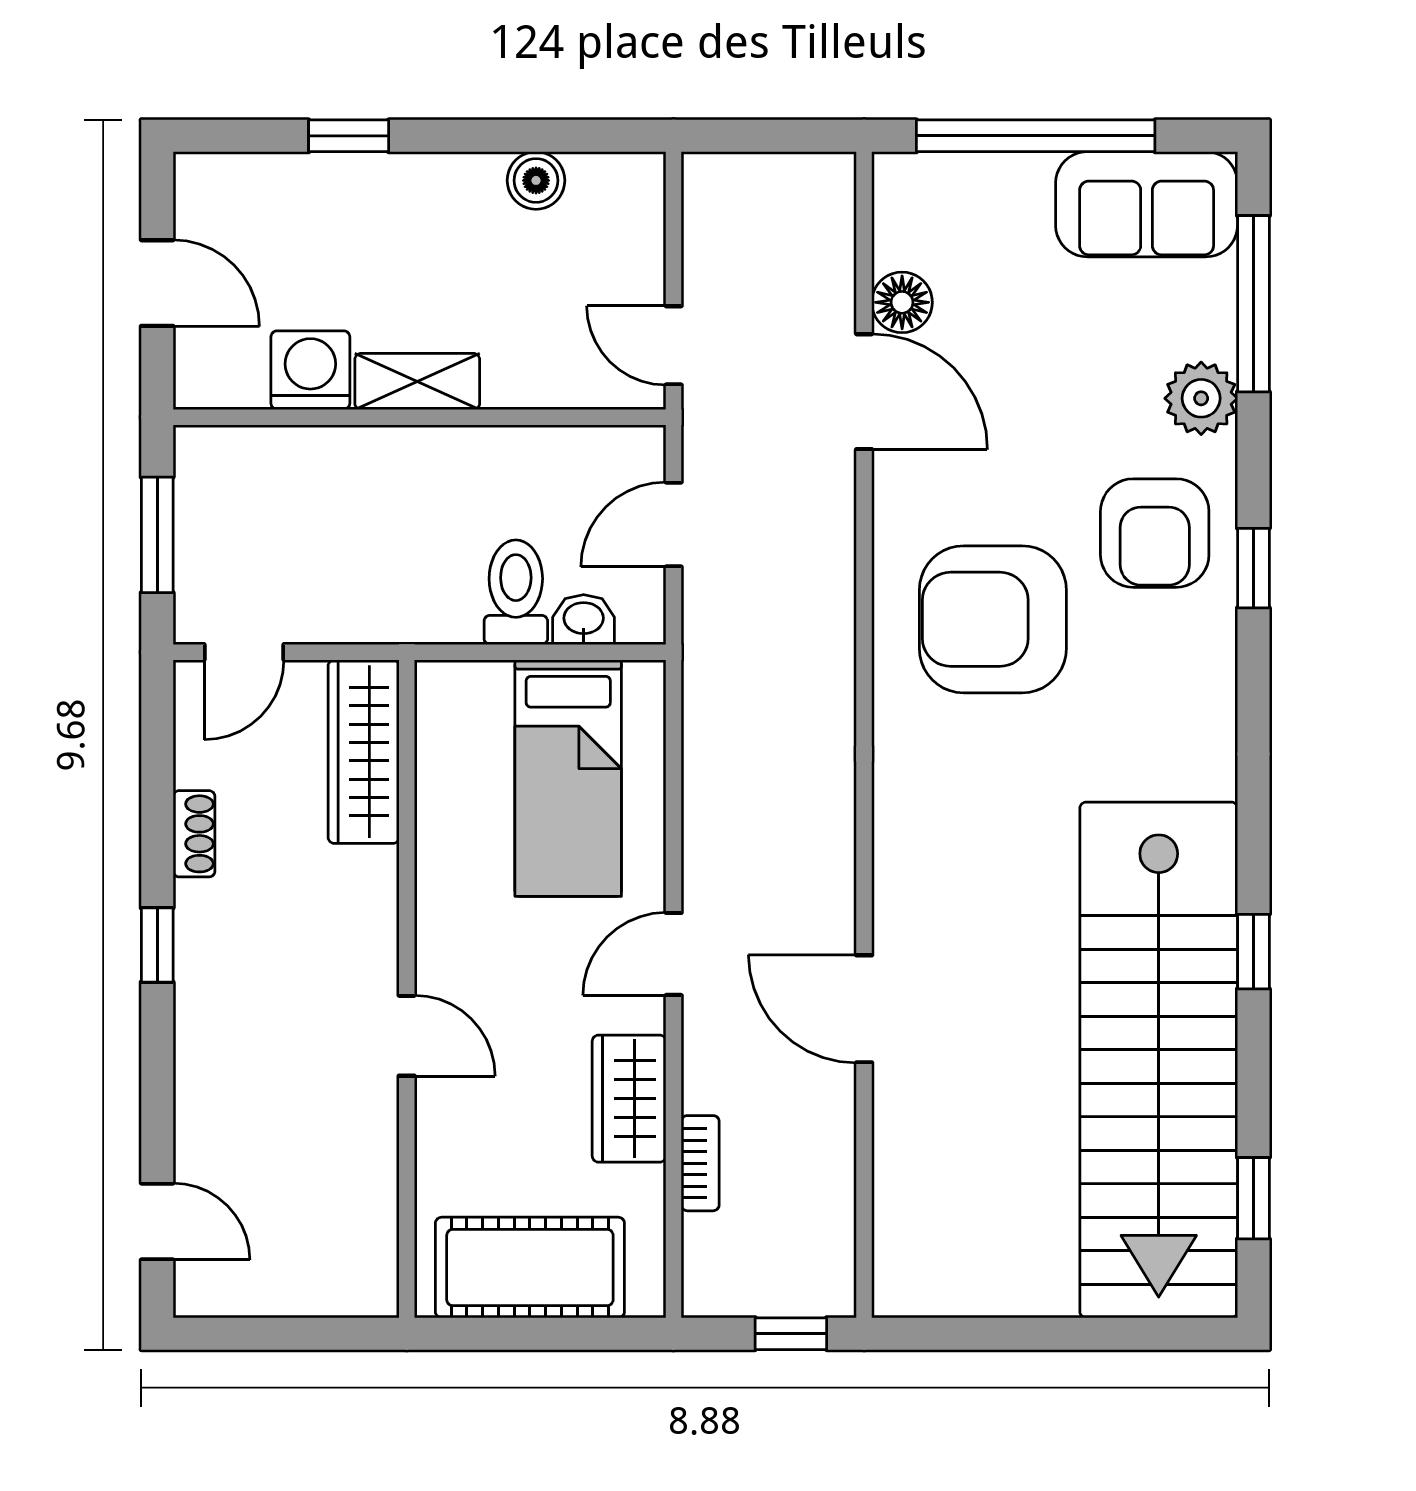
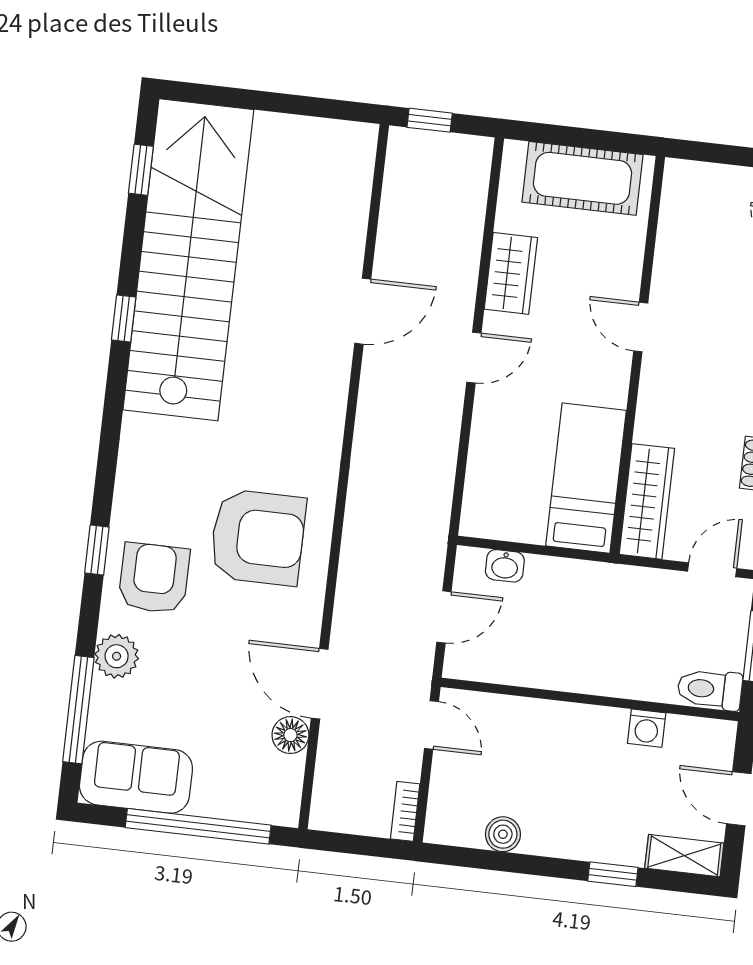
washing machine: (310, 370) -> (647, 728), width x0.73, depth x0.73
shelving: (417, 381) -> (684, 856), moved
toilet: (516, 592) -> (710, 689), moved, turned 90
bed: (568, 778) -> (586, 478), moved
door: (864, 1009) -> (363, 311), hinge flipped
bookcase: (700, 1163) -> (405, 811), moved

